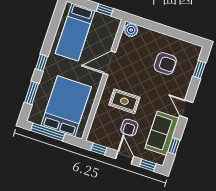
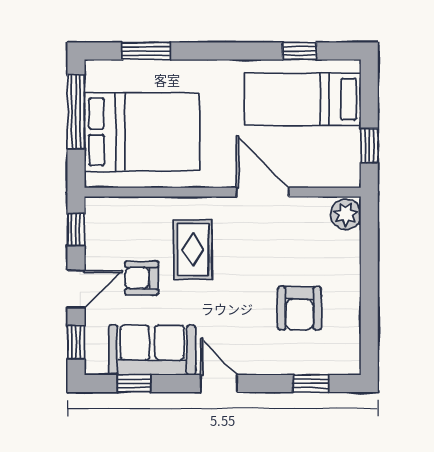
window: (42, 63) -> (299, 51), moved
door: (186, 109) -> (219, 383), hinge flipped

